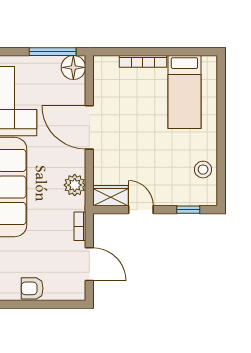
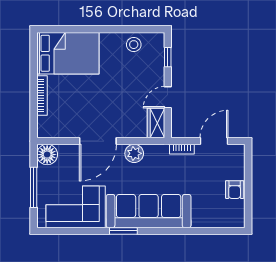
window: (53, 52) -> (34, 187), moved
bed: (184, 92) -> (68, 53), width x1.50
plant: (75, 185) -> (134, 153), moved

